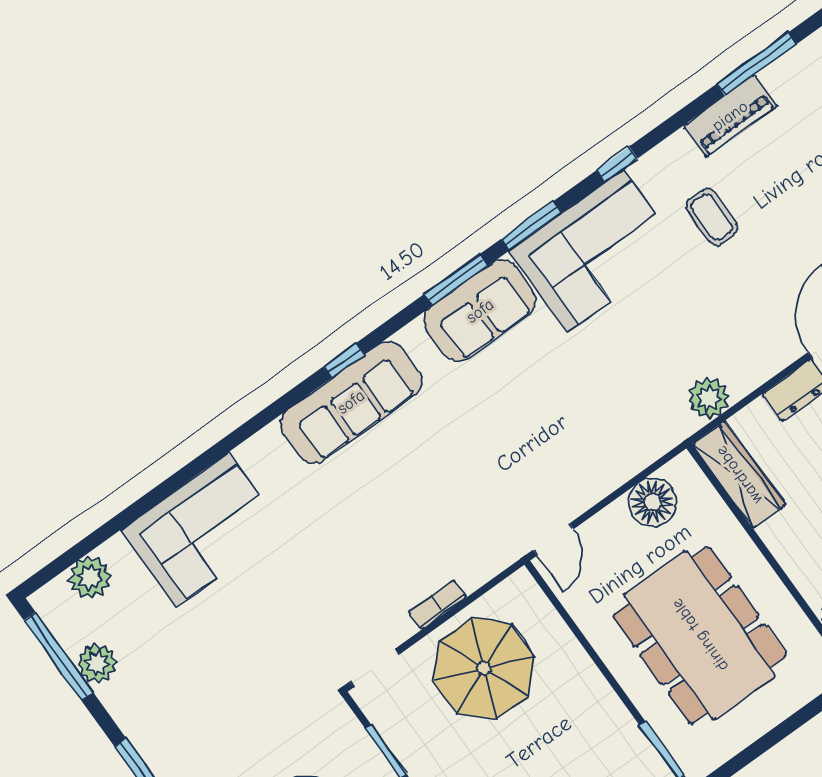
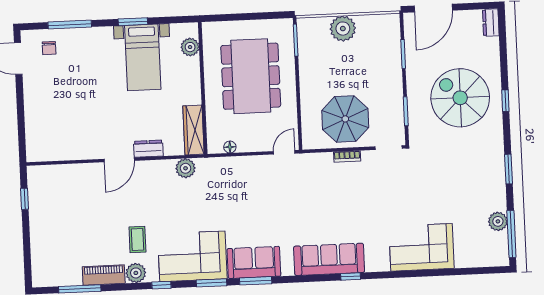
window: (344, 361) -> (351, 277), moved
floor lamp: (652, 502) -> (230, 147), width x0.53, depth x0.53
plant: (90, 578) -> (136, 273), moved

